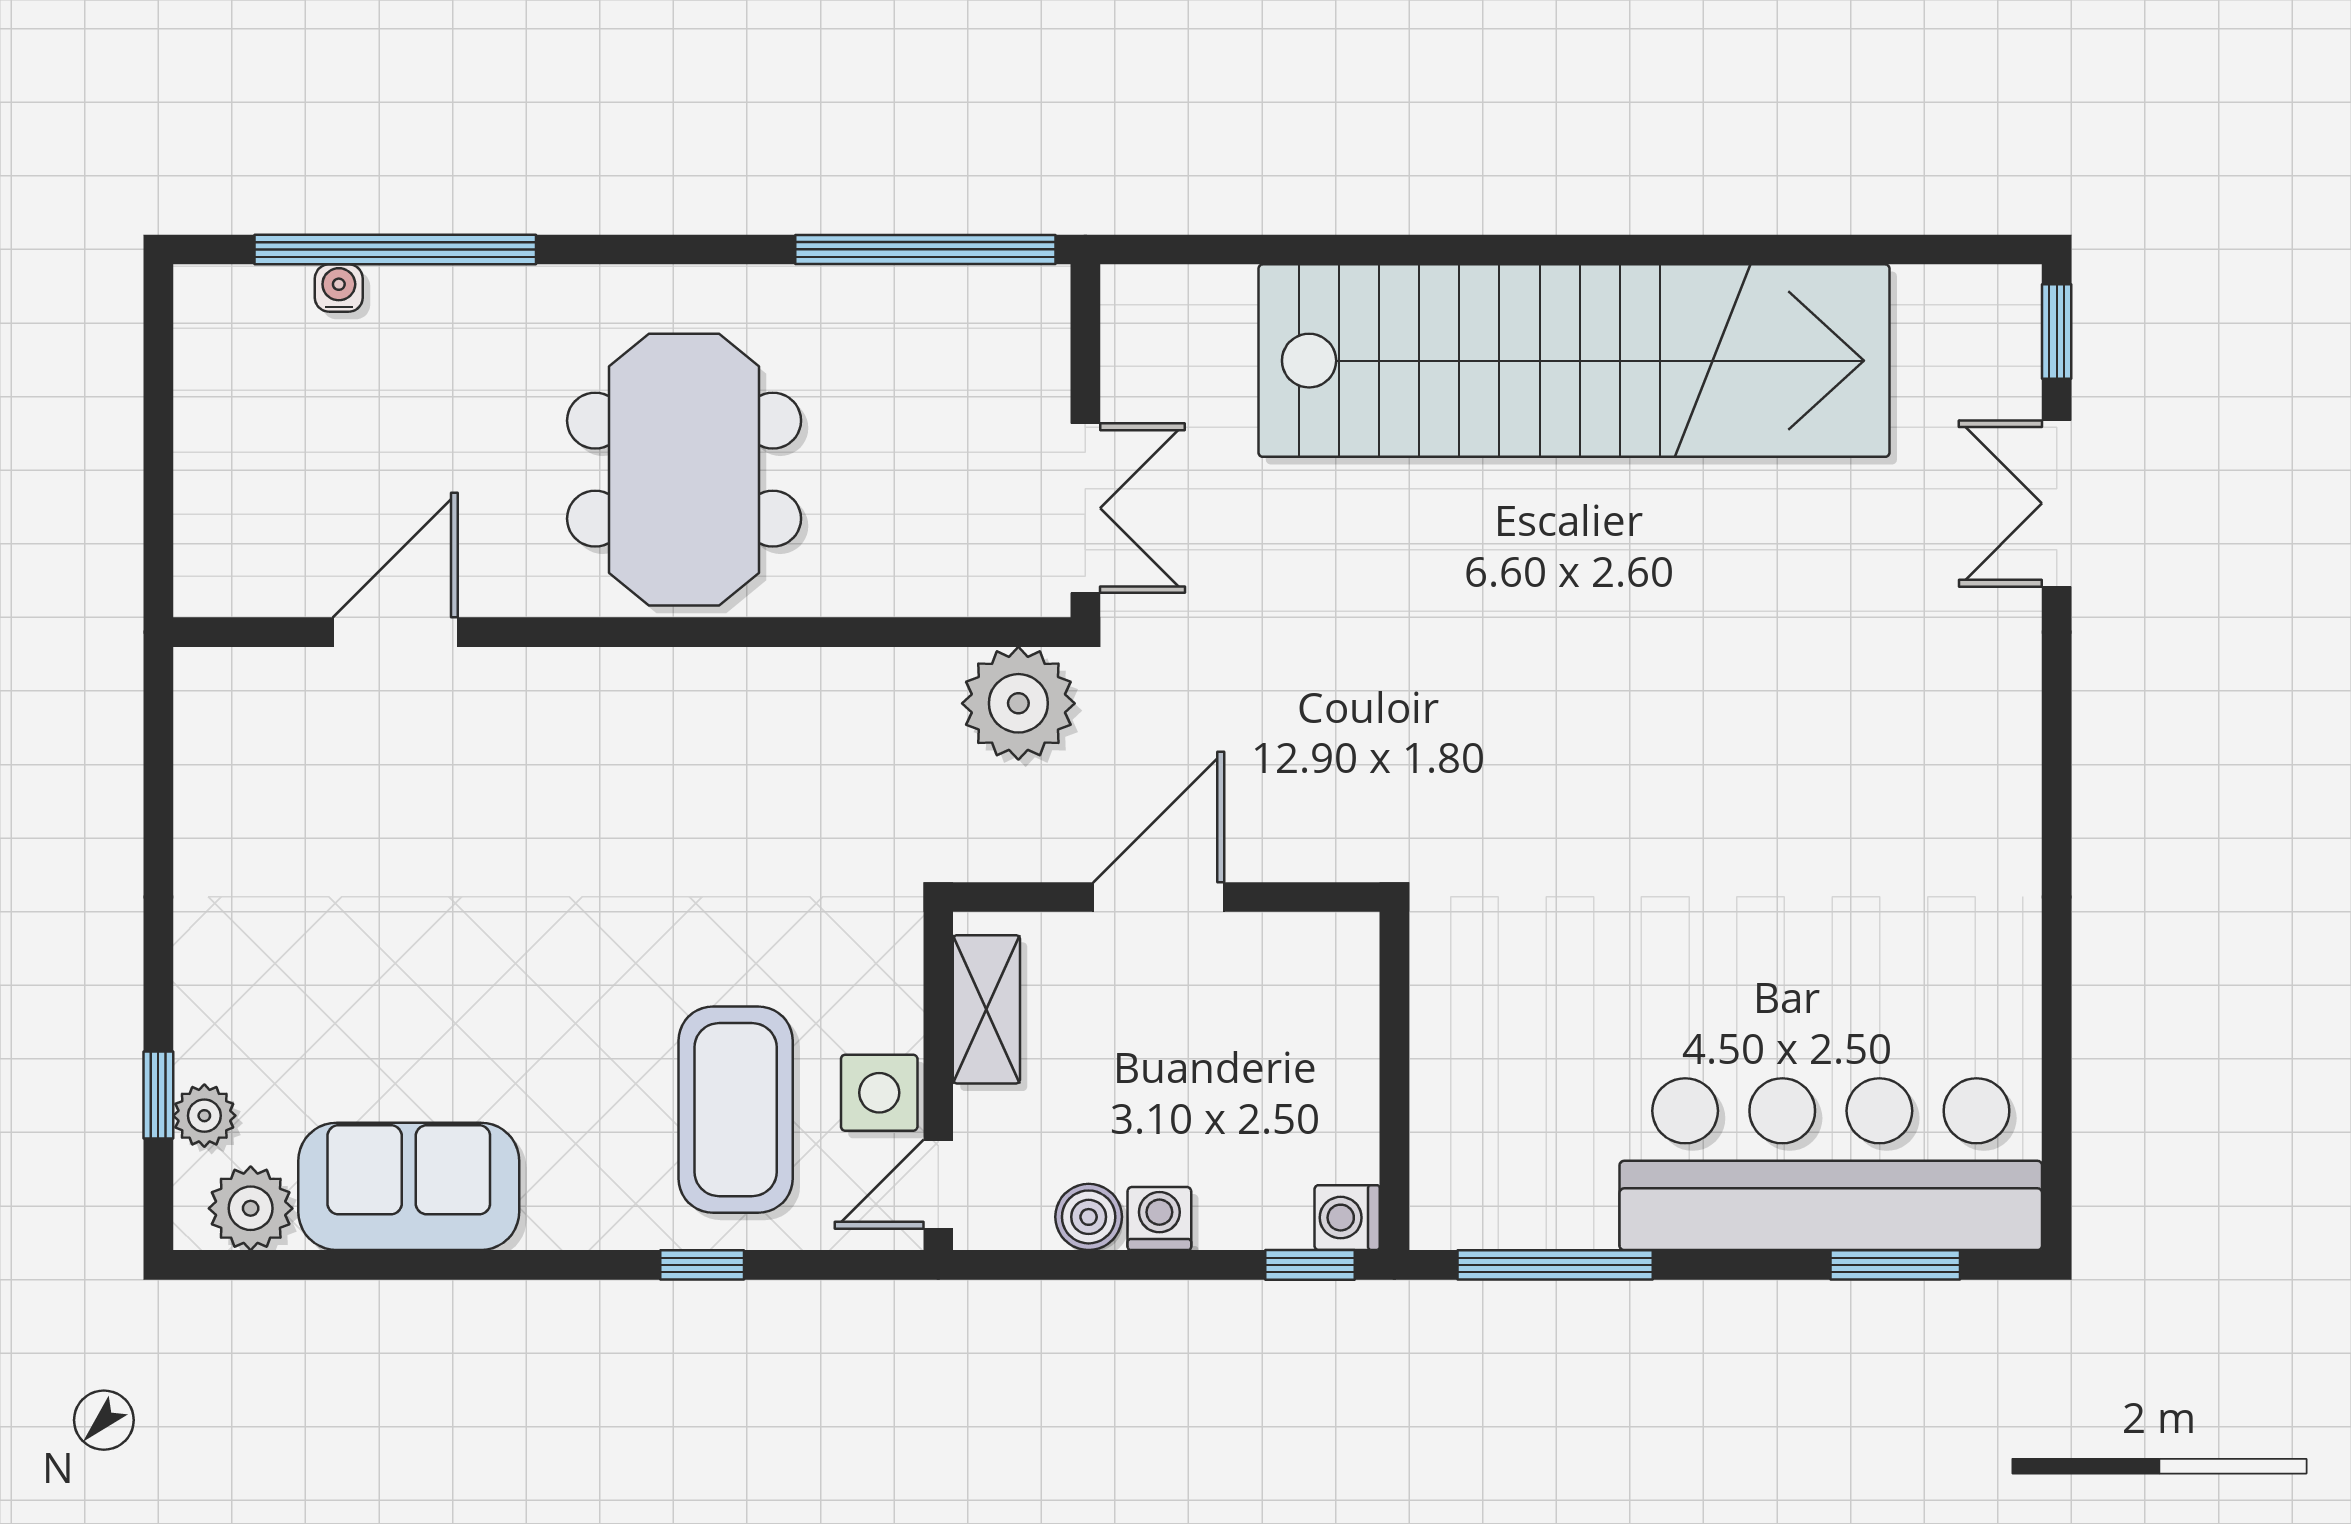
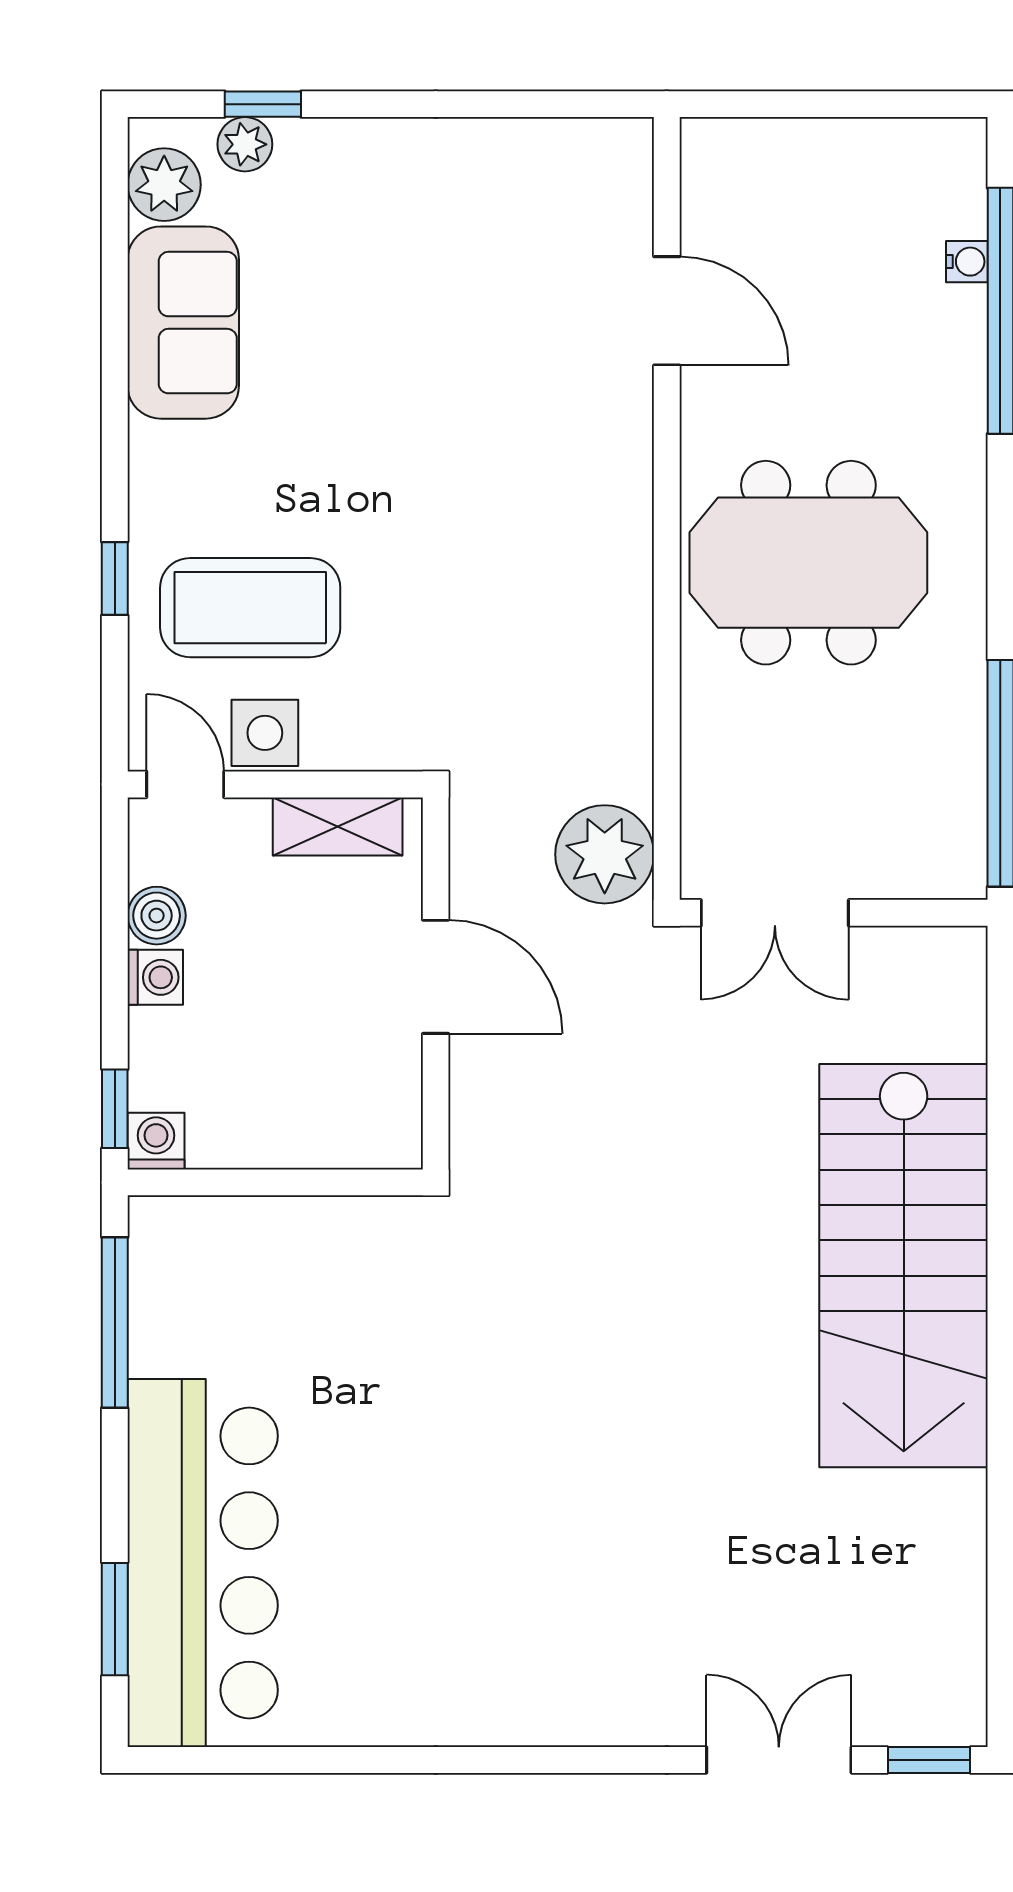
stairs: (1574, 361) -> (904, 1266), width x0.73

